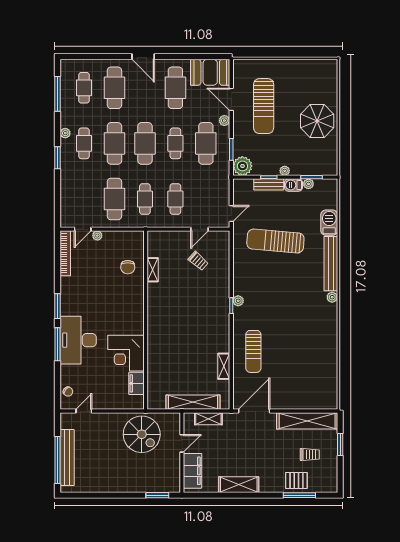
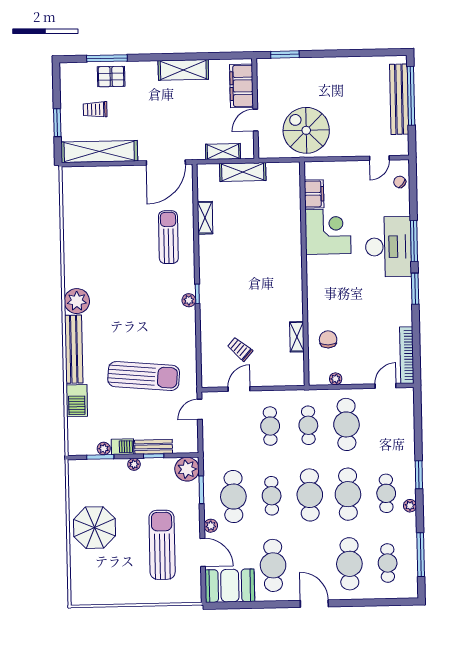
plant: (97, 236) -> (336, 379), moved
plant: (332, 297) -> (77, 301), width x1.88, depth x1.88
shelving: (193, 402) -> (243, 172), width x0.68

